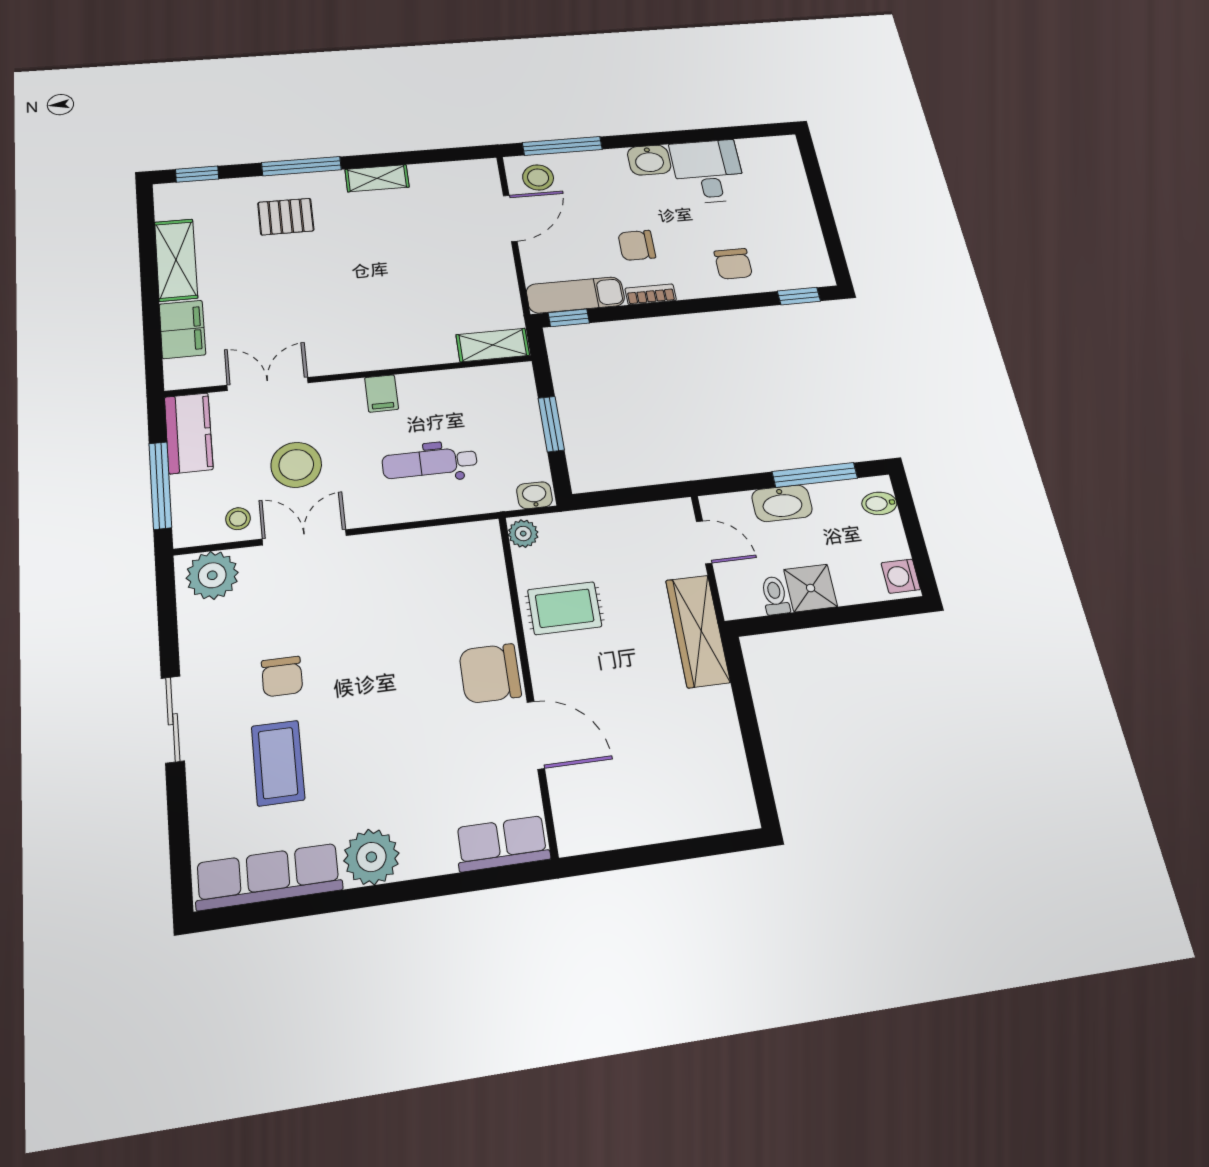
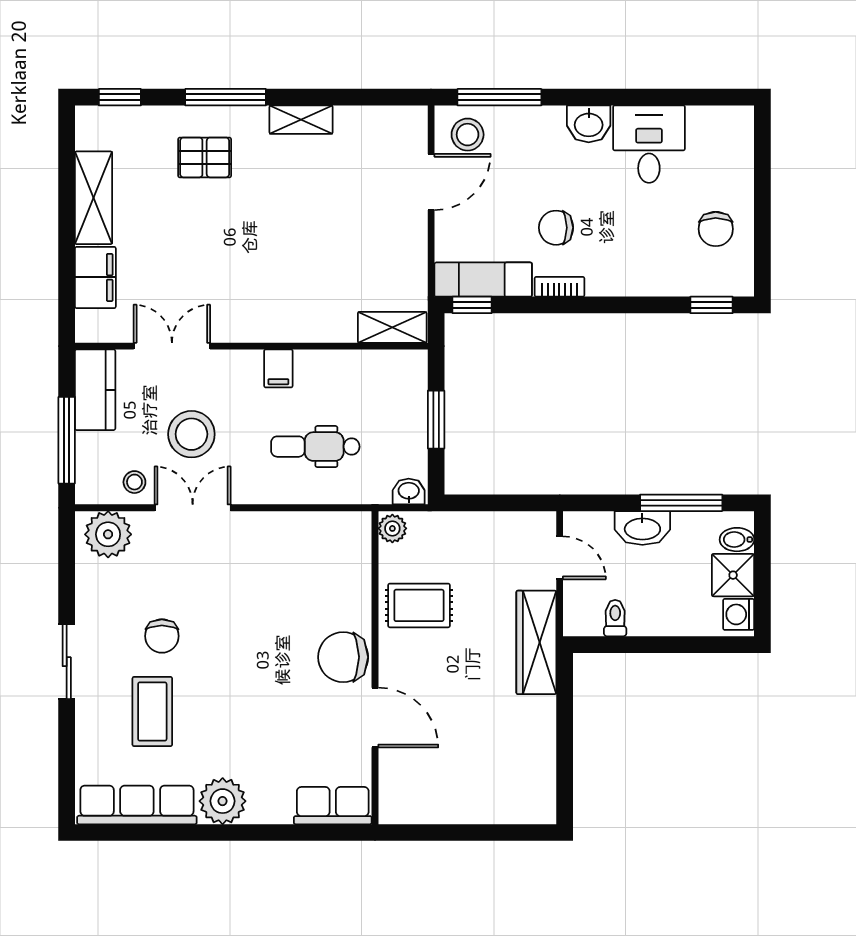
chair: (733, 264) -> (716, 229), moved
shower: (811, 588) -> (733, 575), moved

